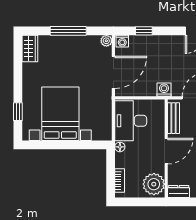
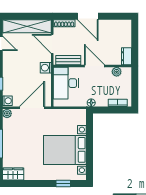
door: (113, 72) -> (32, 108), hinge flipped
desk: (131, 121) -> (66, 83), moved, turned 90
plant: (154, 184) -> (117, 72), width x0.53, depth x0.53

